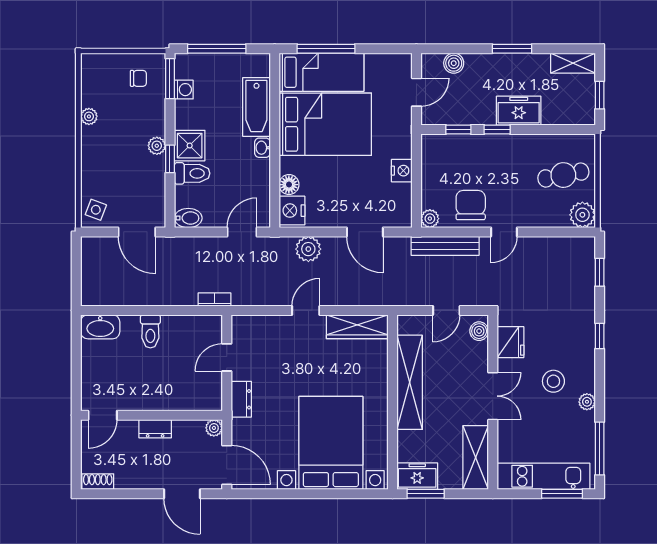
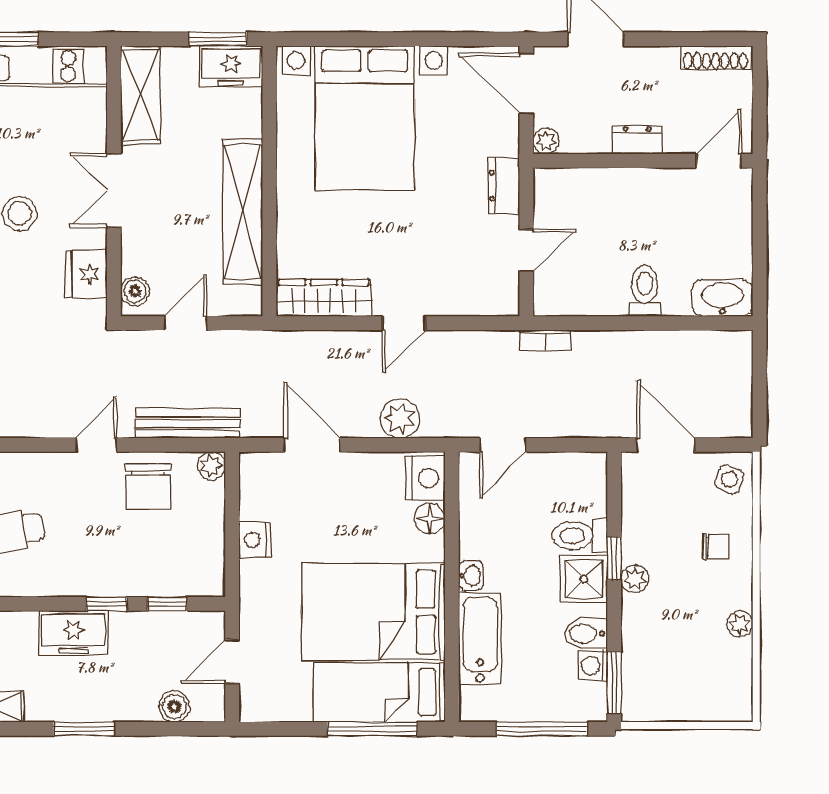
chair: (138, 78) -> (715, 546), moved, turned 180
bidet: (188, 218) -> (586, 633), moved
shoe rack: (98, 482) -> (716, 58), width x1.43

